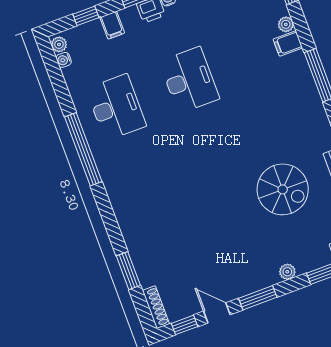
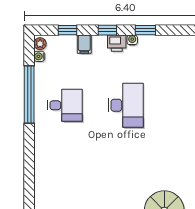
desk: (116, 107) -> (65, 105), width x0.73
window: (83, 149) -> (29, 94), moved

